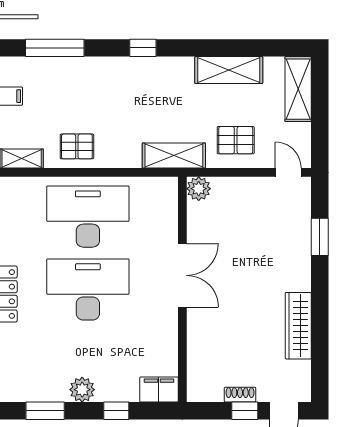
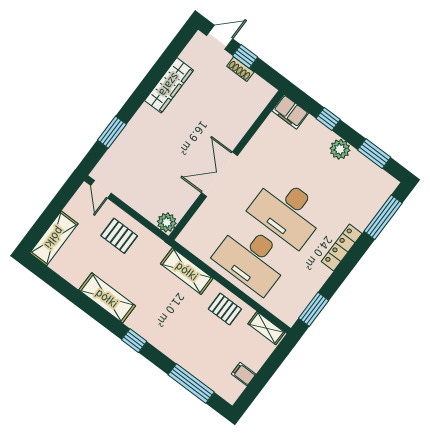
shelving: (229, 70) -> (107, 298), moved
shelving: (174, 156) -> (187, 271), moved

